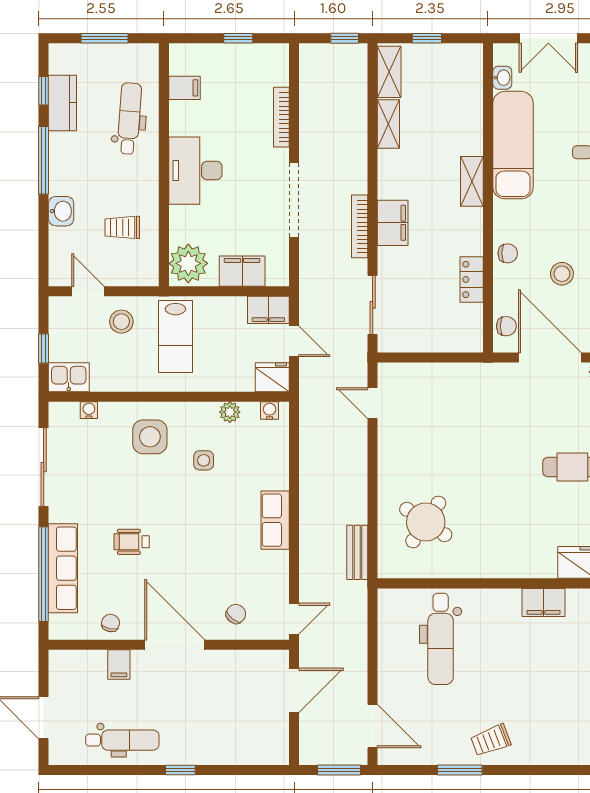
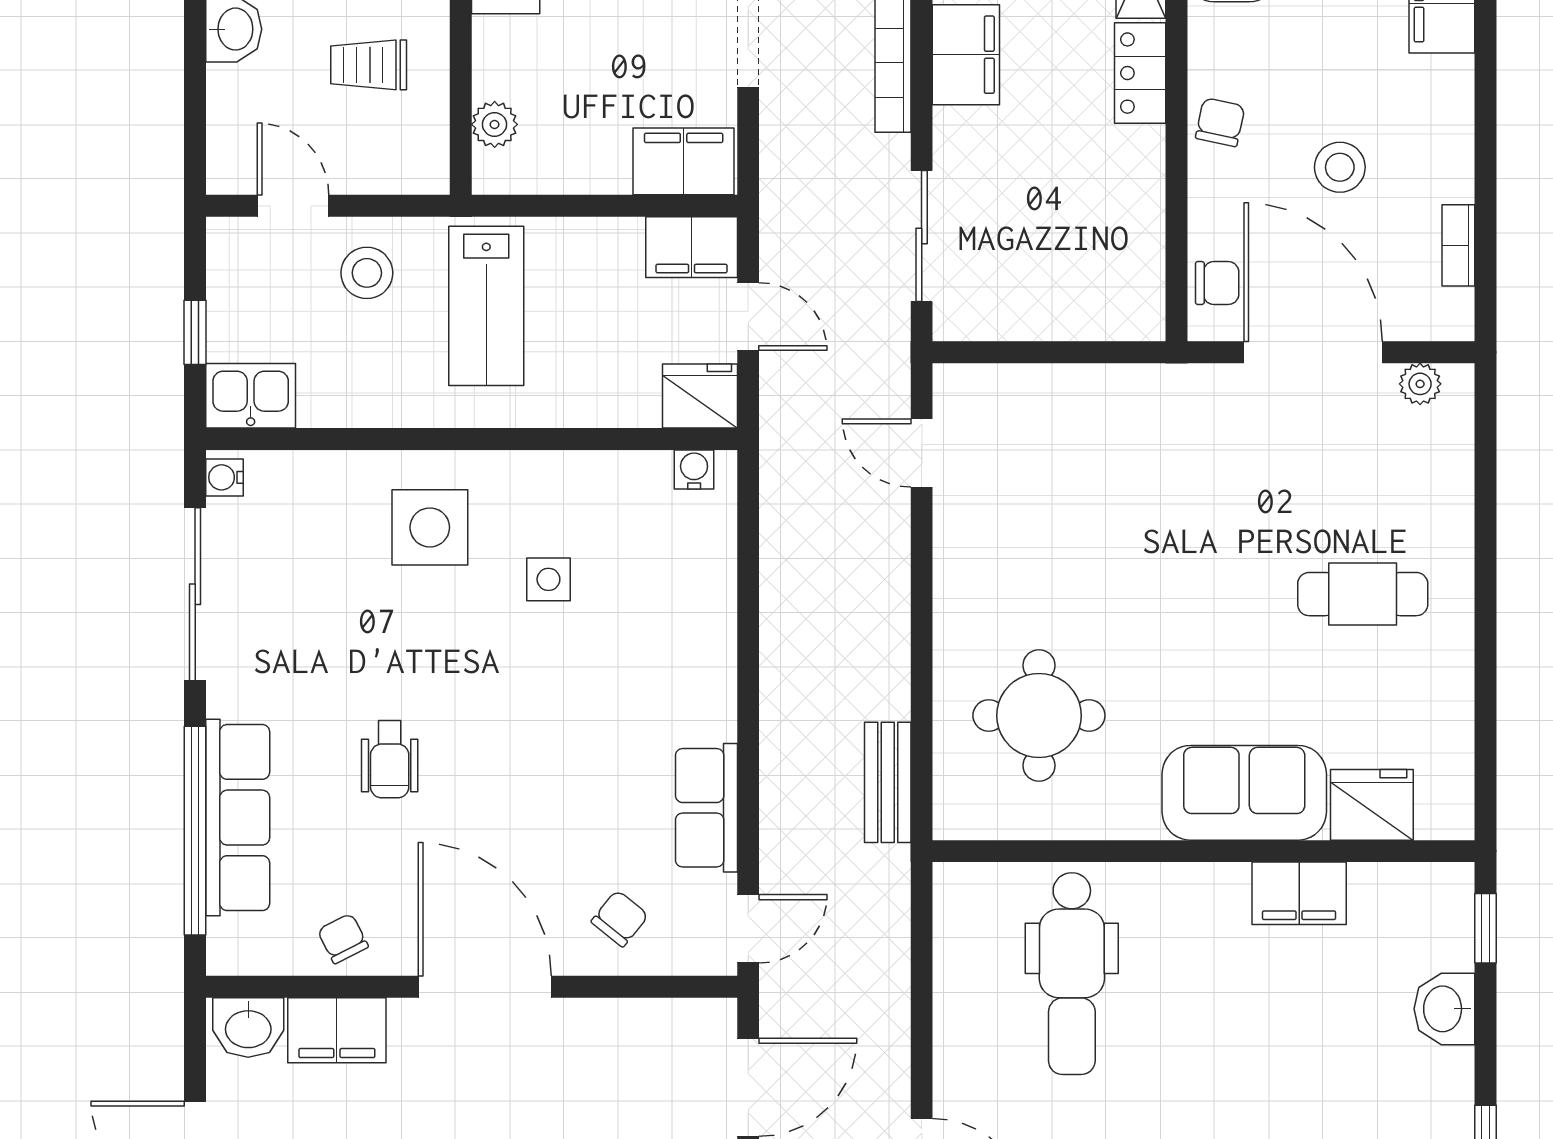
chair: (508, 253) -> (1220, 122), turned -78
plant: (188, 263) -> (495, 124), width x0.53, depth x0.53
filing cabinet: (242, 271) -> (684, 161), moved
locker: (472, 279) -> (1140, 73), moved
water cooler: (89, 410) -> (225, 477), moved, turned -90
plant: (230, 412) -> (606, 473), removed
row of seats: (275, 520) -> (706, 808), moved
round table: (426, 522) -> (1039, 716), turned -34
wheelchair: (132, 542) -> (390, 759), turned -90
sofa: (519, 557) -> (1244, 793), added
chair: (111, 623) -> (343, 939), turned -39
washbasin: (68, 663) -> (248, 1027), added
filing cabinet: (119, 664) -> (337, 1030), width x2.00

